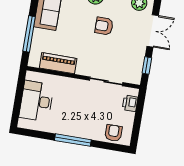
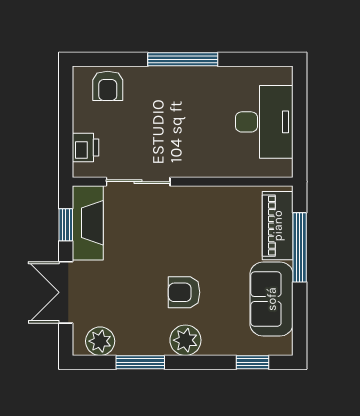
armchair: (104, 26) -> (184, 292), moved, turned 180
piano: (58, 63) -> (278, 226), moved, turned 90
fireplace: (135, 65) -> (88, 223), added

